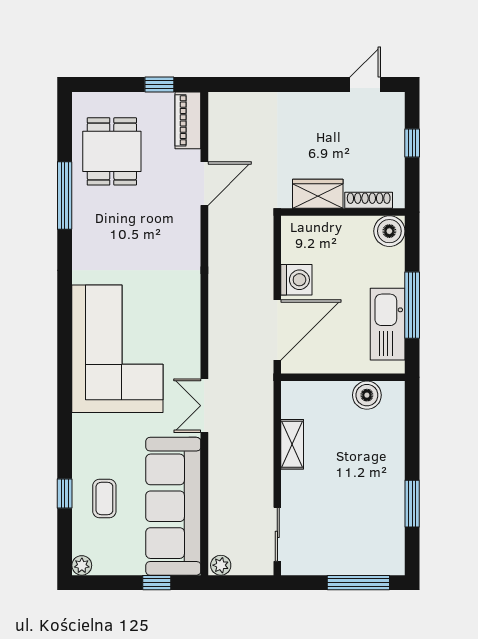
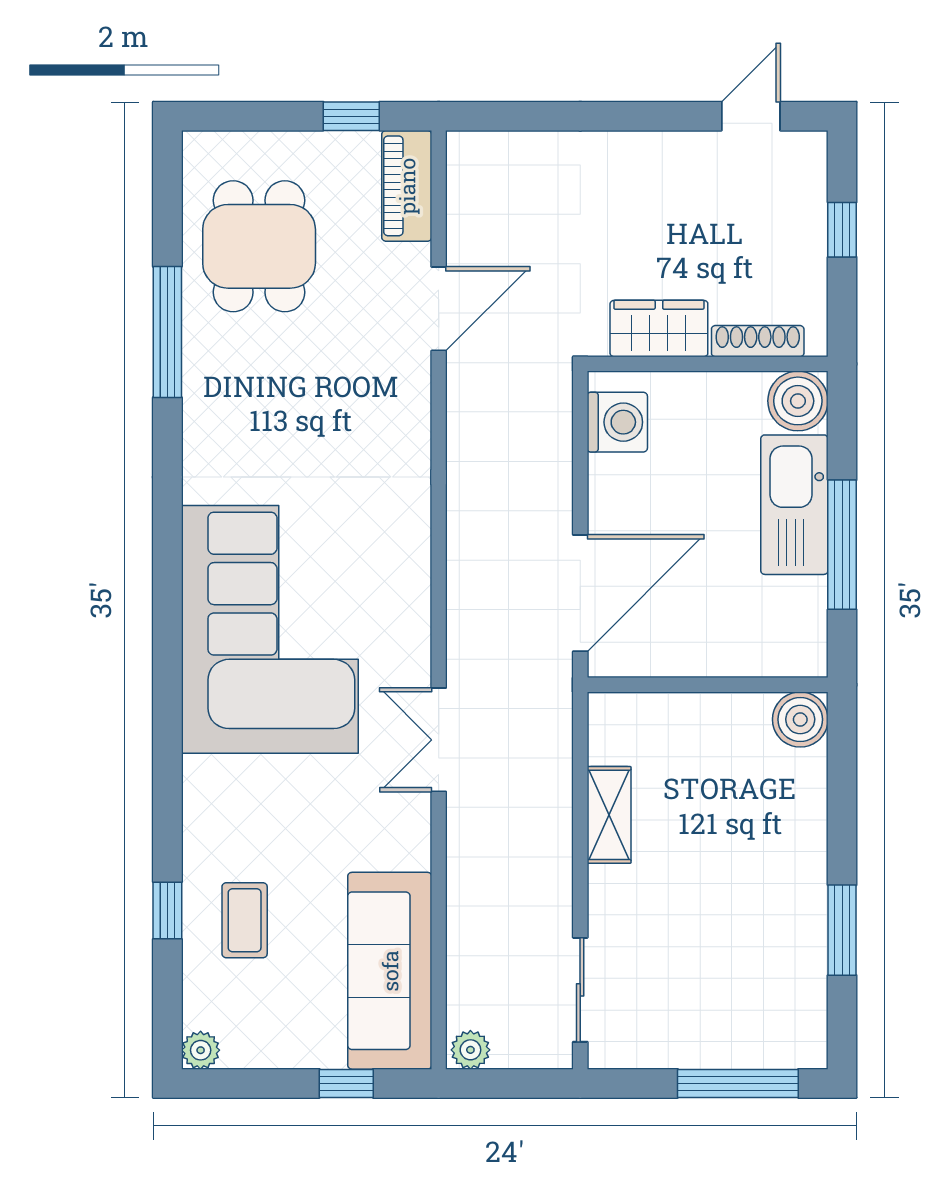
washing machine: (296, 280) -> (617, 422), moved
kitchen sink: (388, 324) -> (794, 505), moved
boiler: (367, 395) -> (800, 719), moved
sofa: (173, 506) -> (390, 971), width x0.74, depth x0.79

